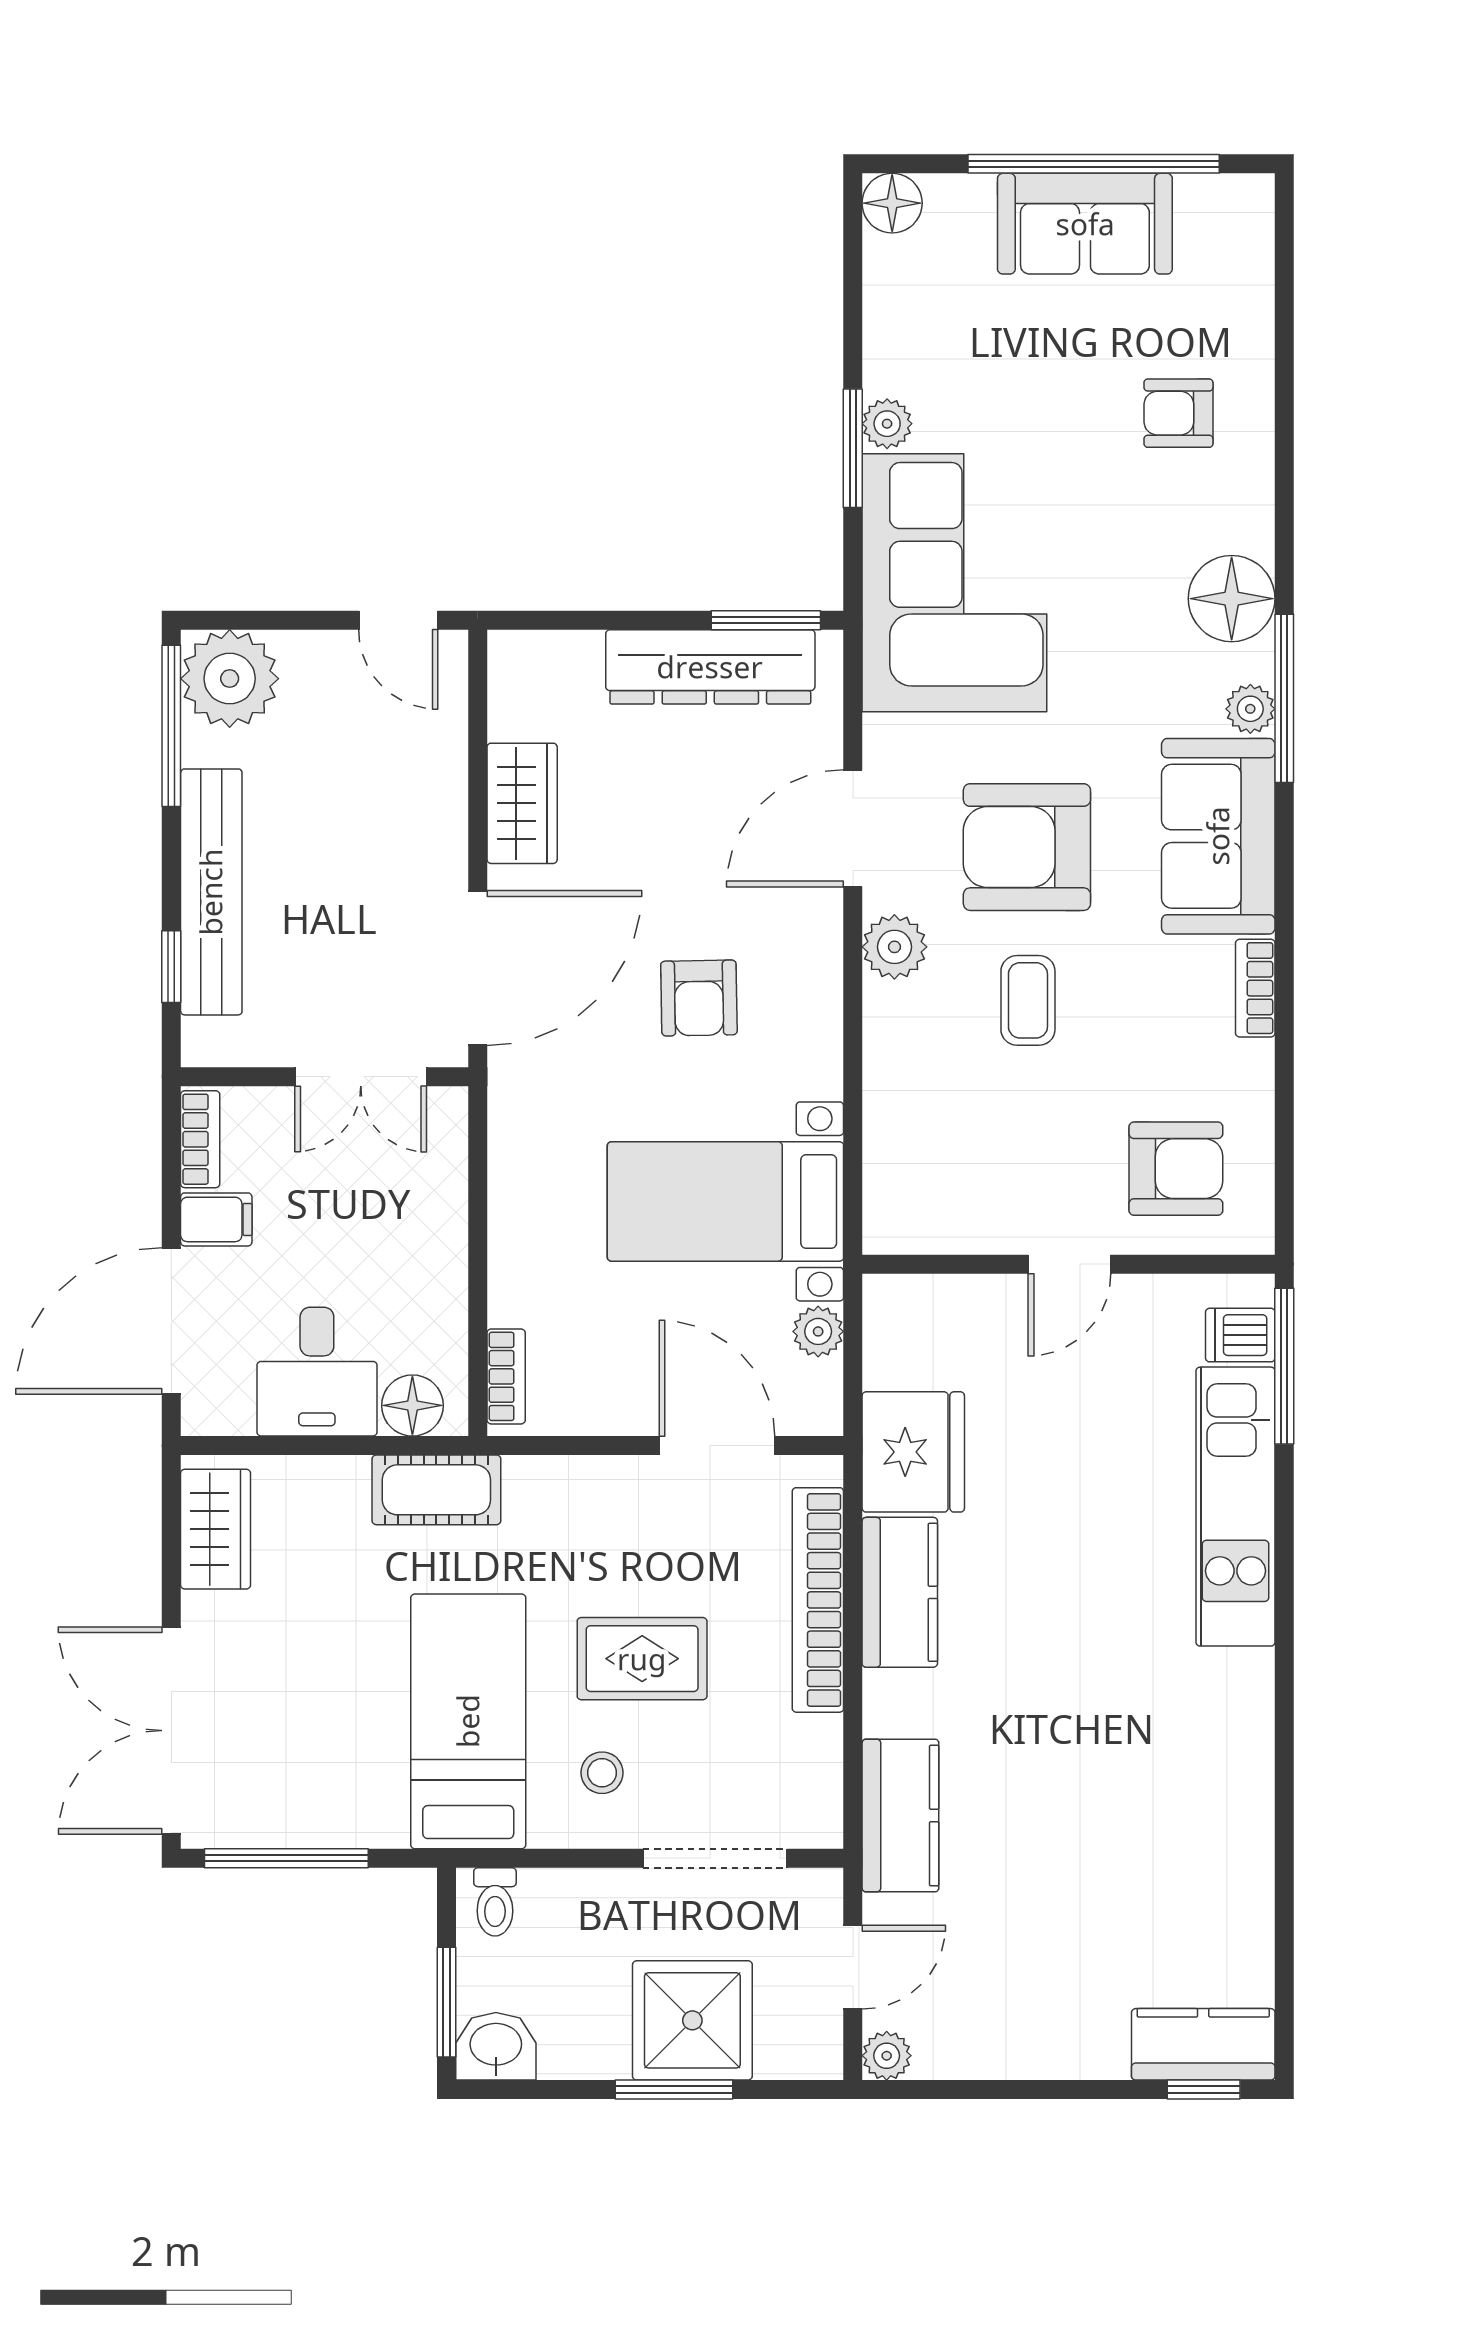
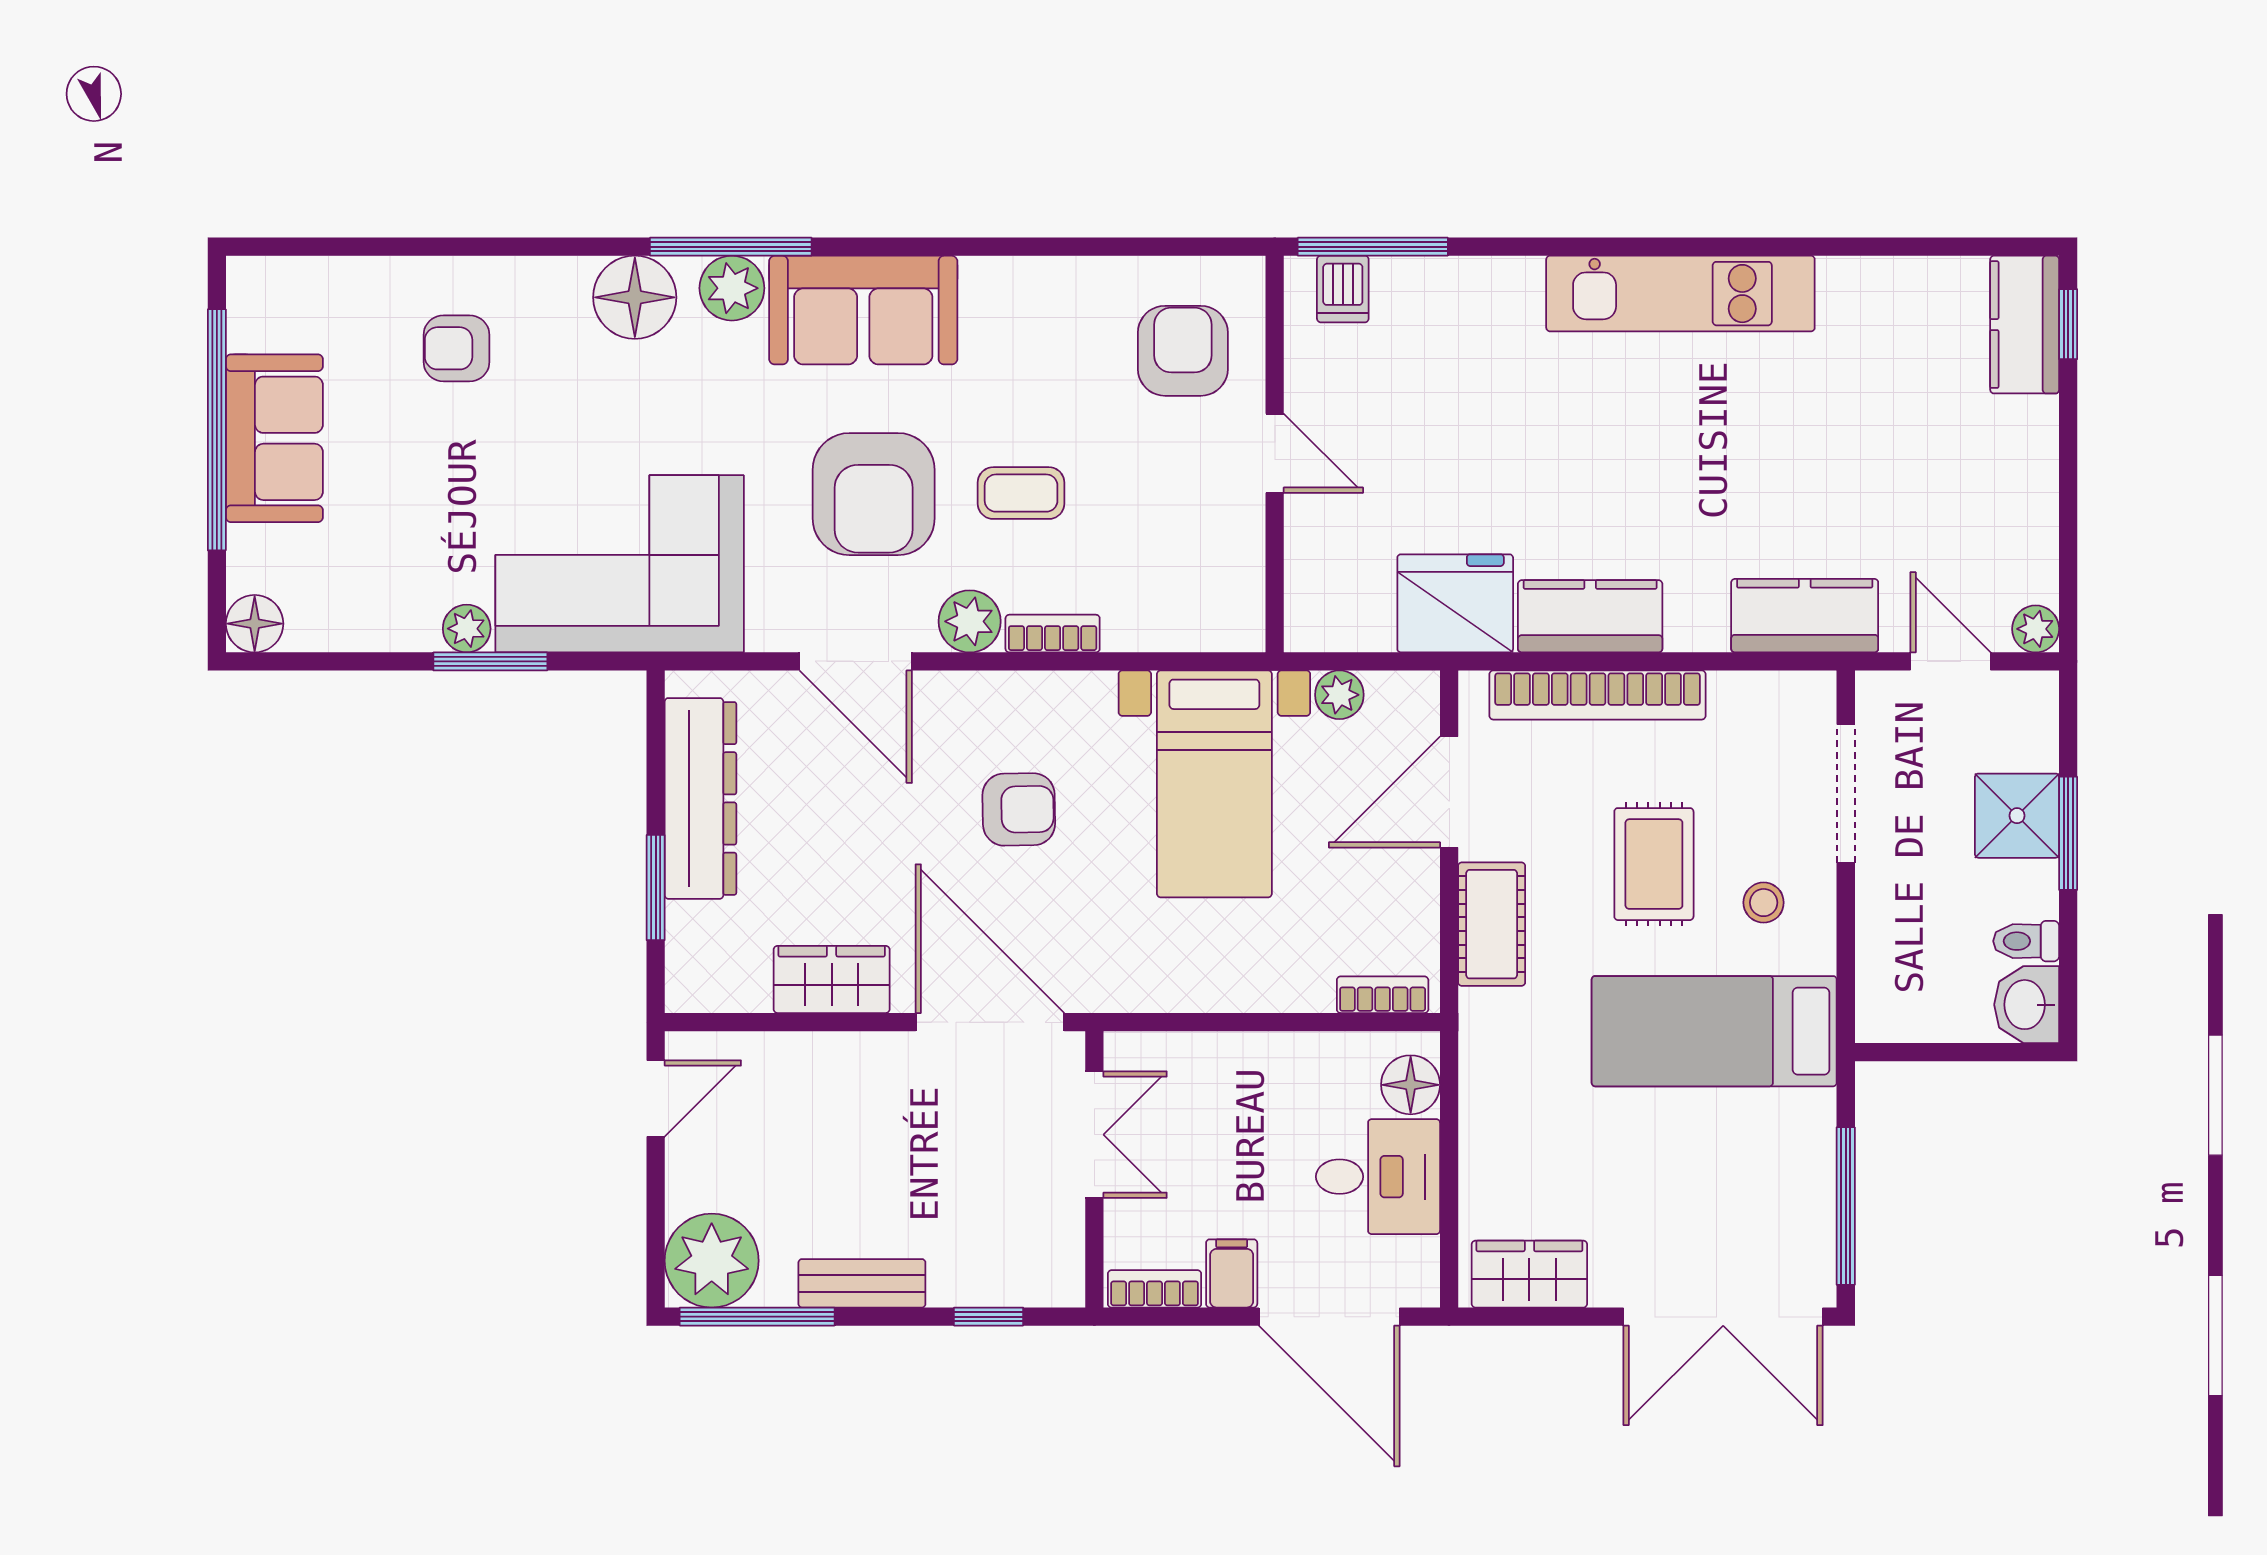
armchair: (1178, 413) -> (456, 348), turned 90
window: (766, 620) -> (656, 888), moved
plant: (1250, 709) -> (732, 288), width x1.38, depth x1.38
bench: (211, 892) -> (862, 1283), width x0.54, depth x0.82
bookcase: (1255, 988) -> (1053, 634), moved, turned 180
cot: (436, 1490) -> (1492, 924), moved
kitchen unit: (1236, 1507) -> (1680, 294), moved
toilet: (495, 1902) -> (2026, 941), moved, turned 180
window: (446, 2002) -> (1984, 1052), removed
shower: (692, 2020) -> (2017, 816), width x0.73, depth x0.73

